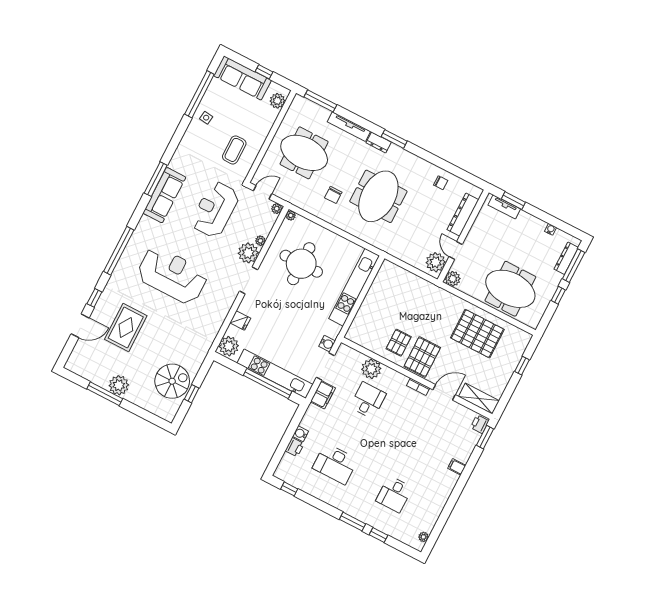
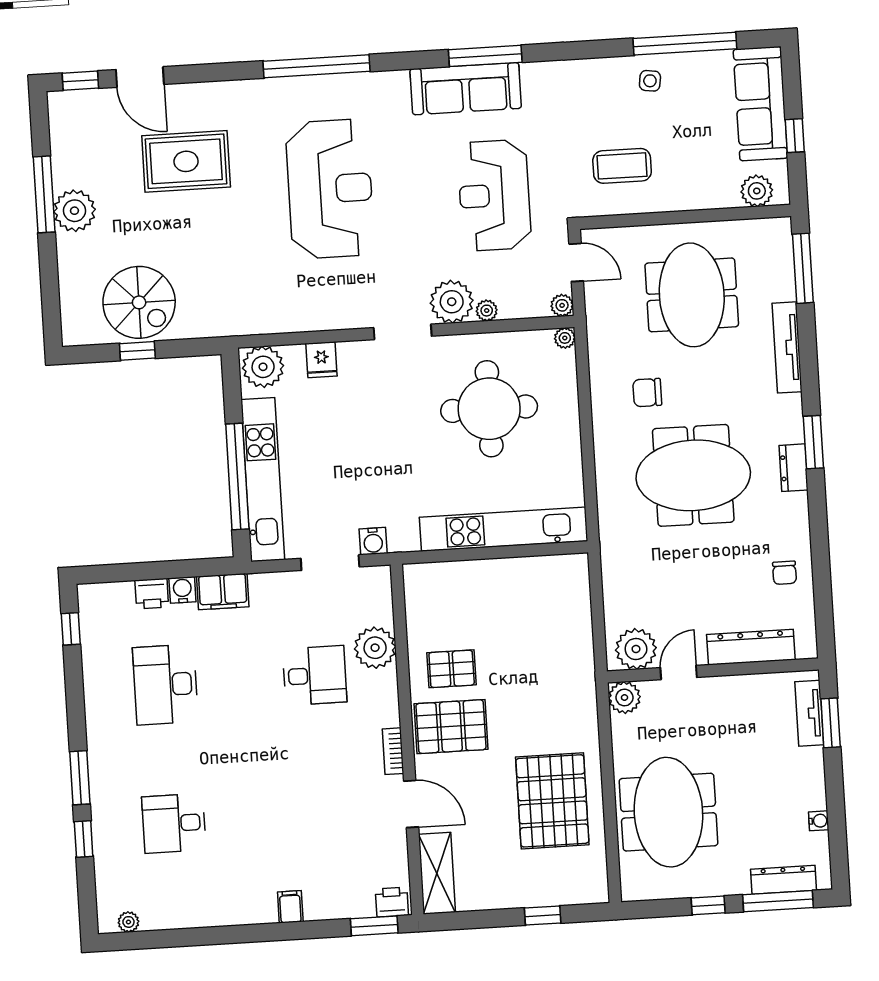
dresser: (379, 142) -> (794, 468), moved
reception desk: (215, 209) -> (494, 195), turned -90
window: (94, 298) -> (80, 81), moved
filing cabinet: (323, 395) -> (223, 592), moved

